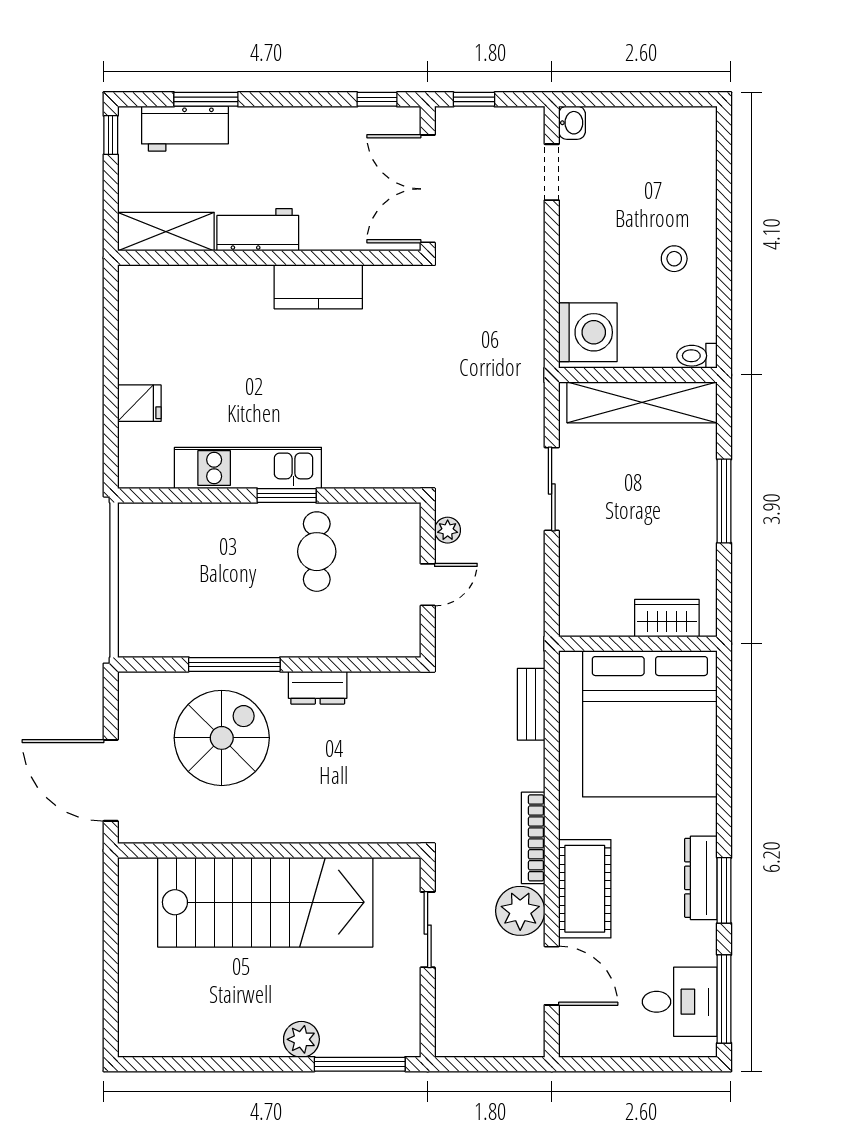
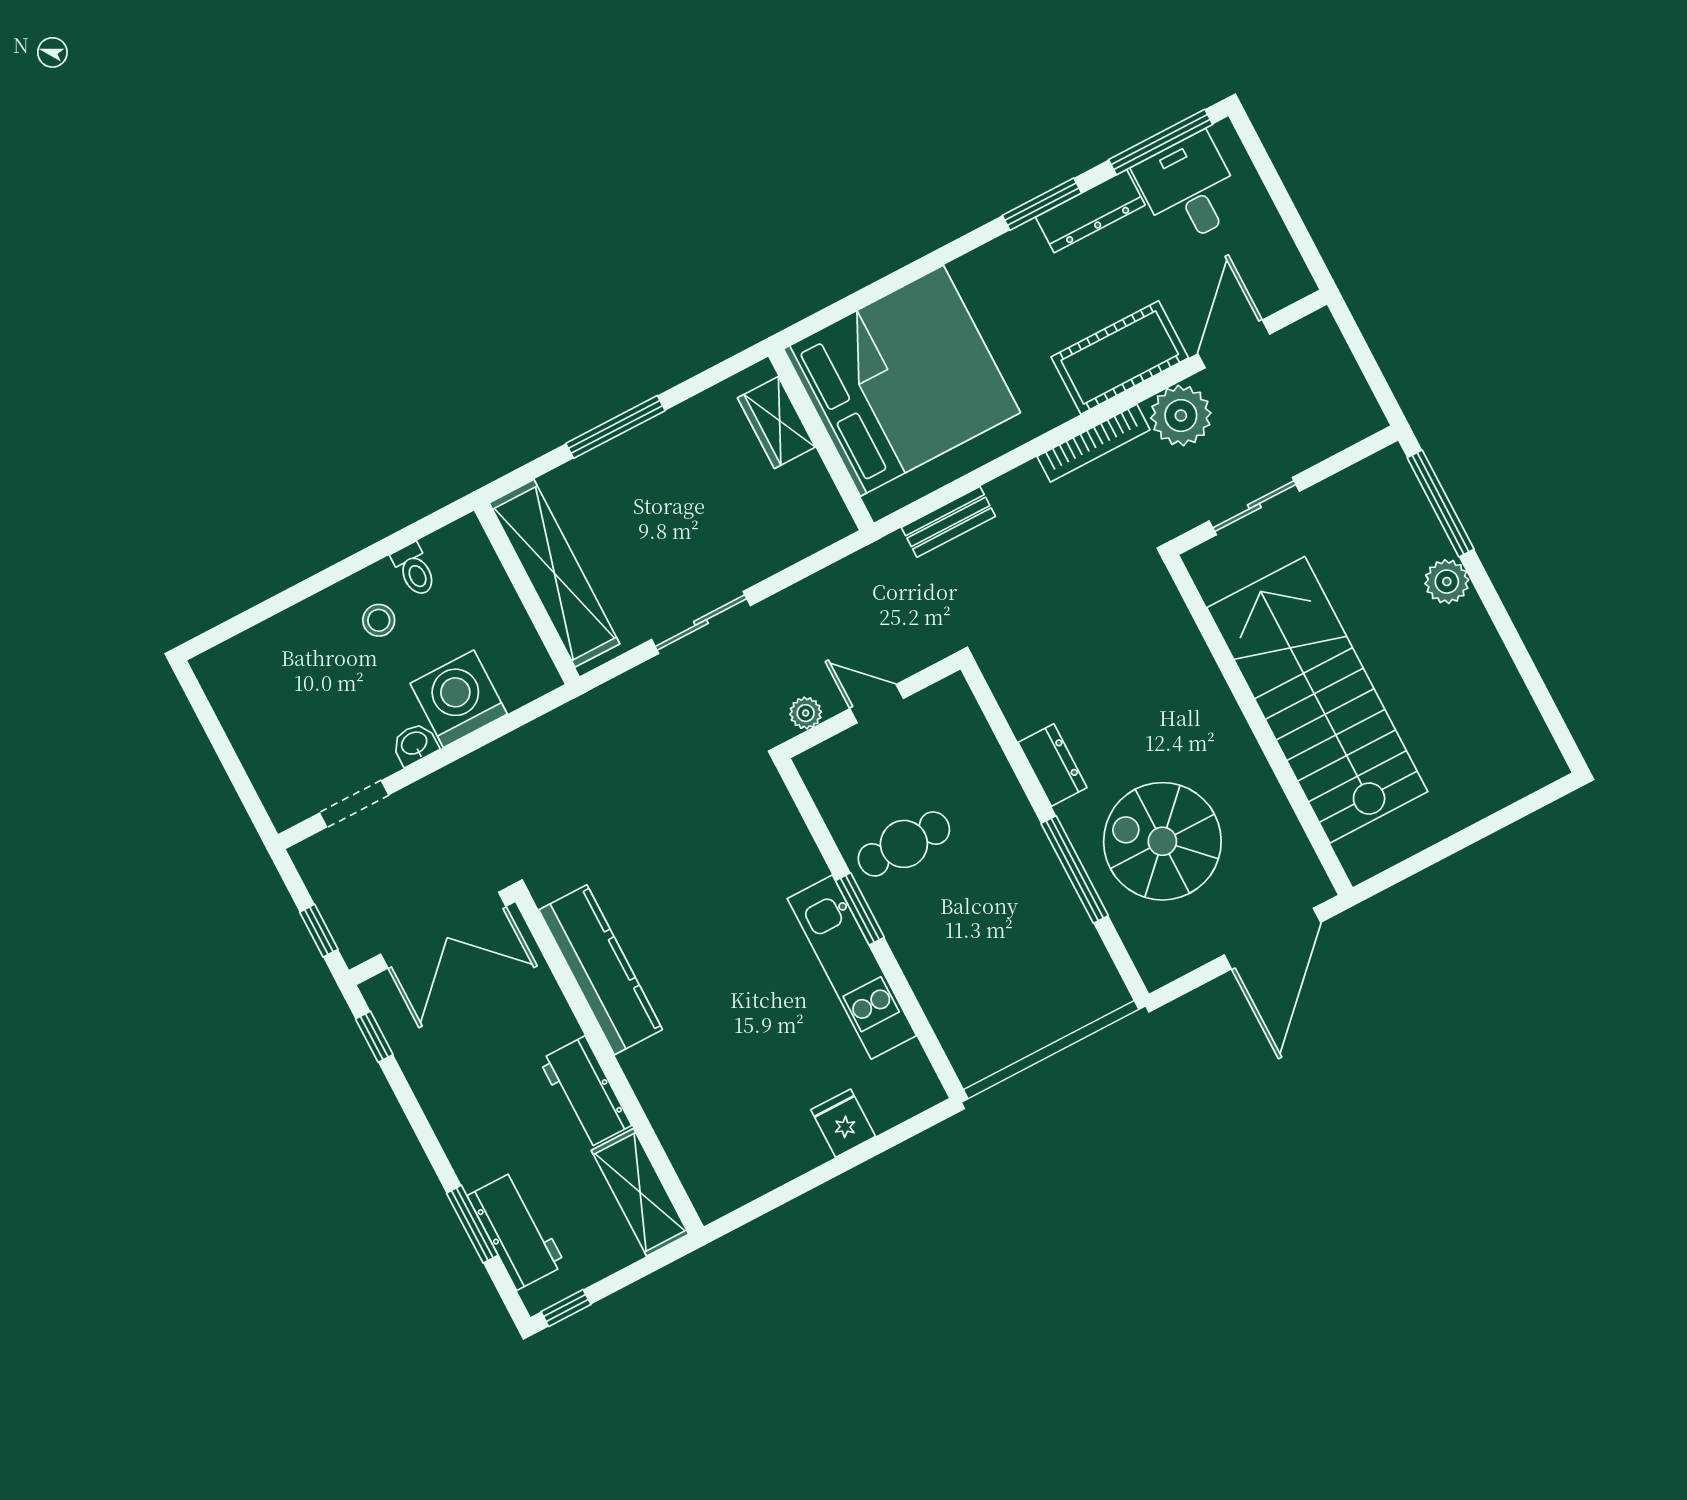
washbasin: (572, 123) -> (415, 744), moved
kitchen counter: (318, 287) -> (601, 970), width x1.50
washing machine: (588, 332) -> (459, 699), moved
toilet: (697, 356) -> (414, 570), moved
dresser: (701, 878) -> (1090, 211), moved

